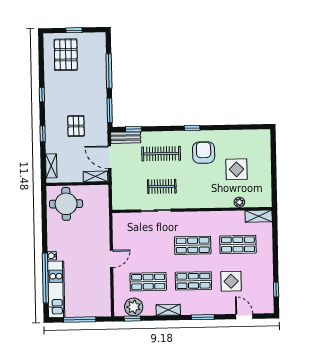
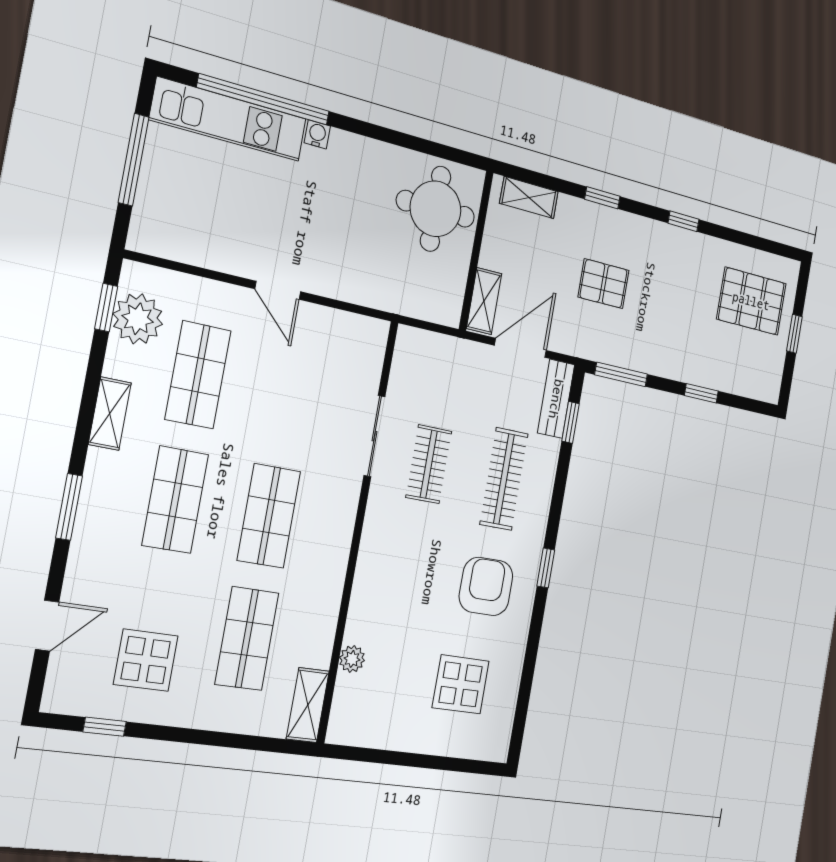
window: (109, 71) -> (701, 393), width x0.46
armchair: (204, 153) -> (486, 586), turned -90
display table: (237, 169) -> (461, 684), moved
display table: (231, 281) -> (146, 660), moved

